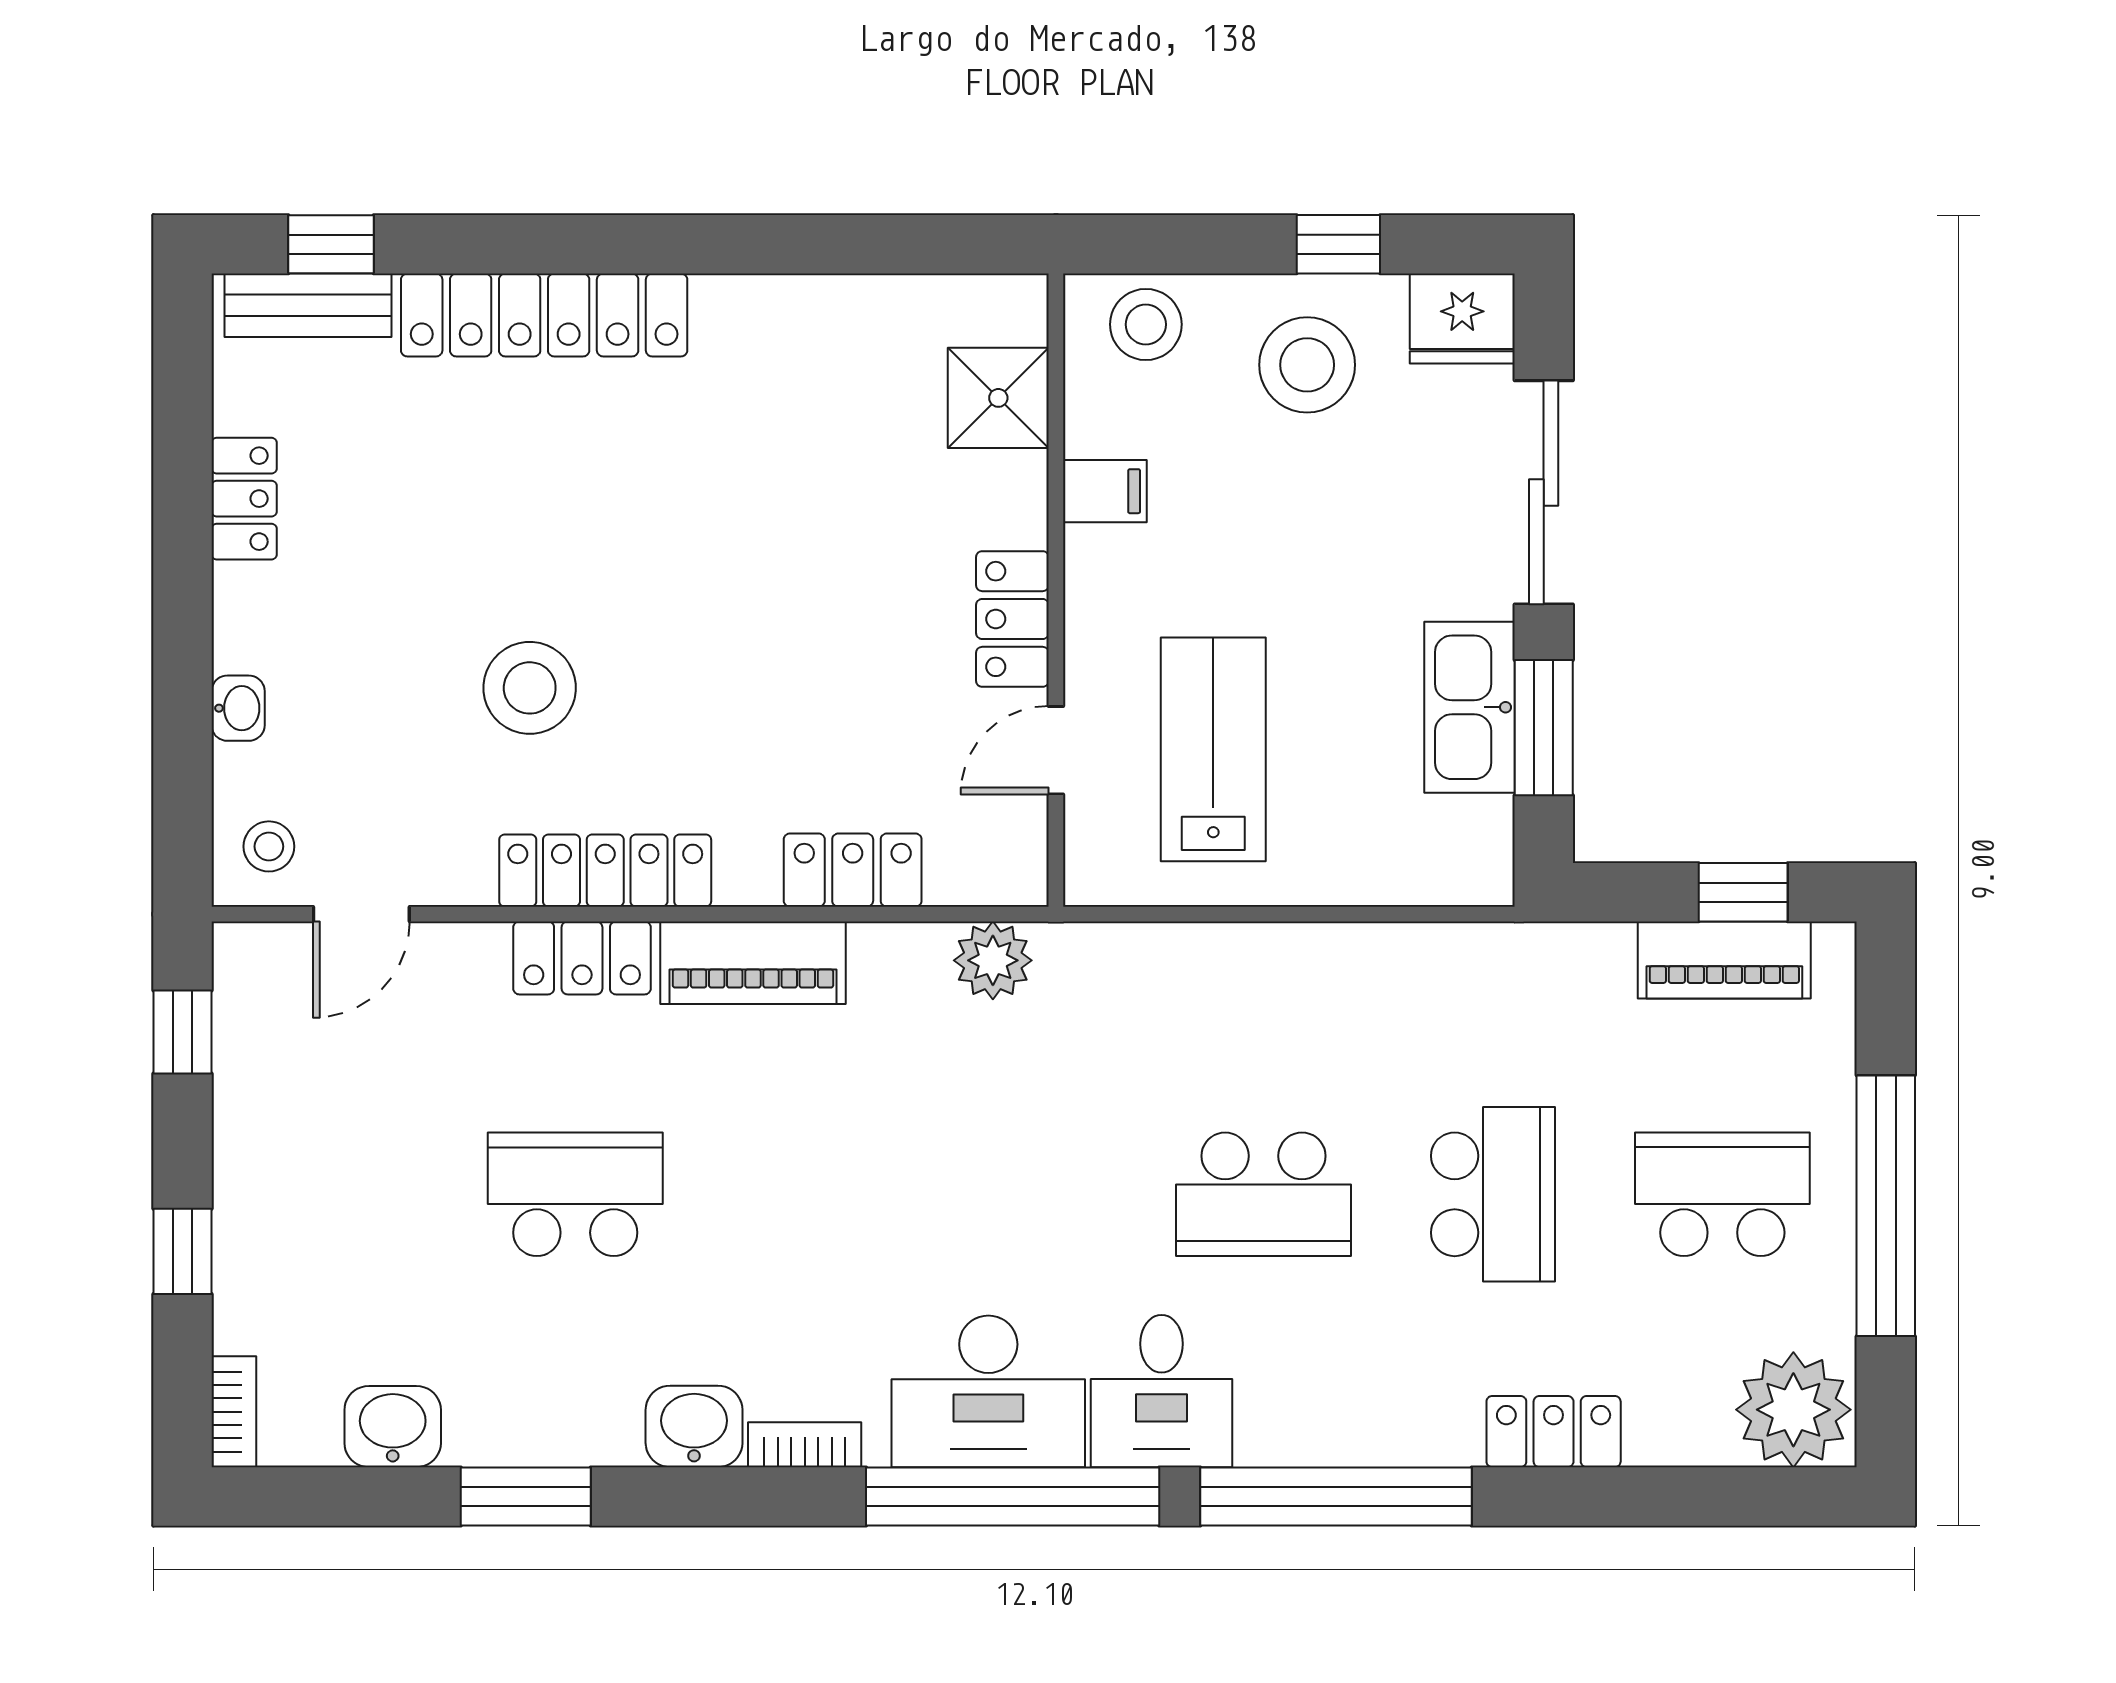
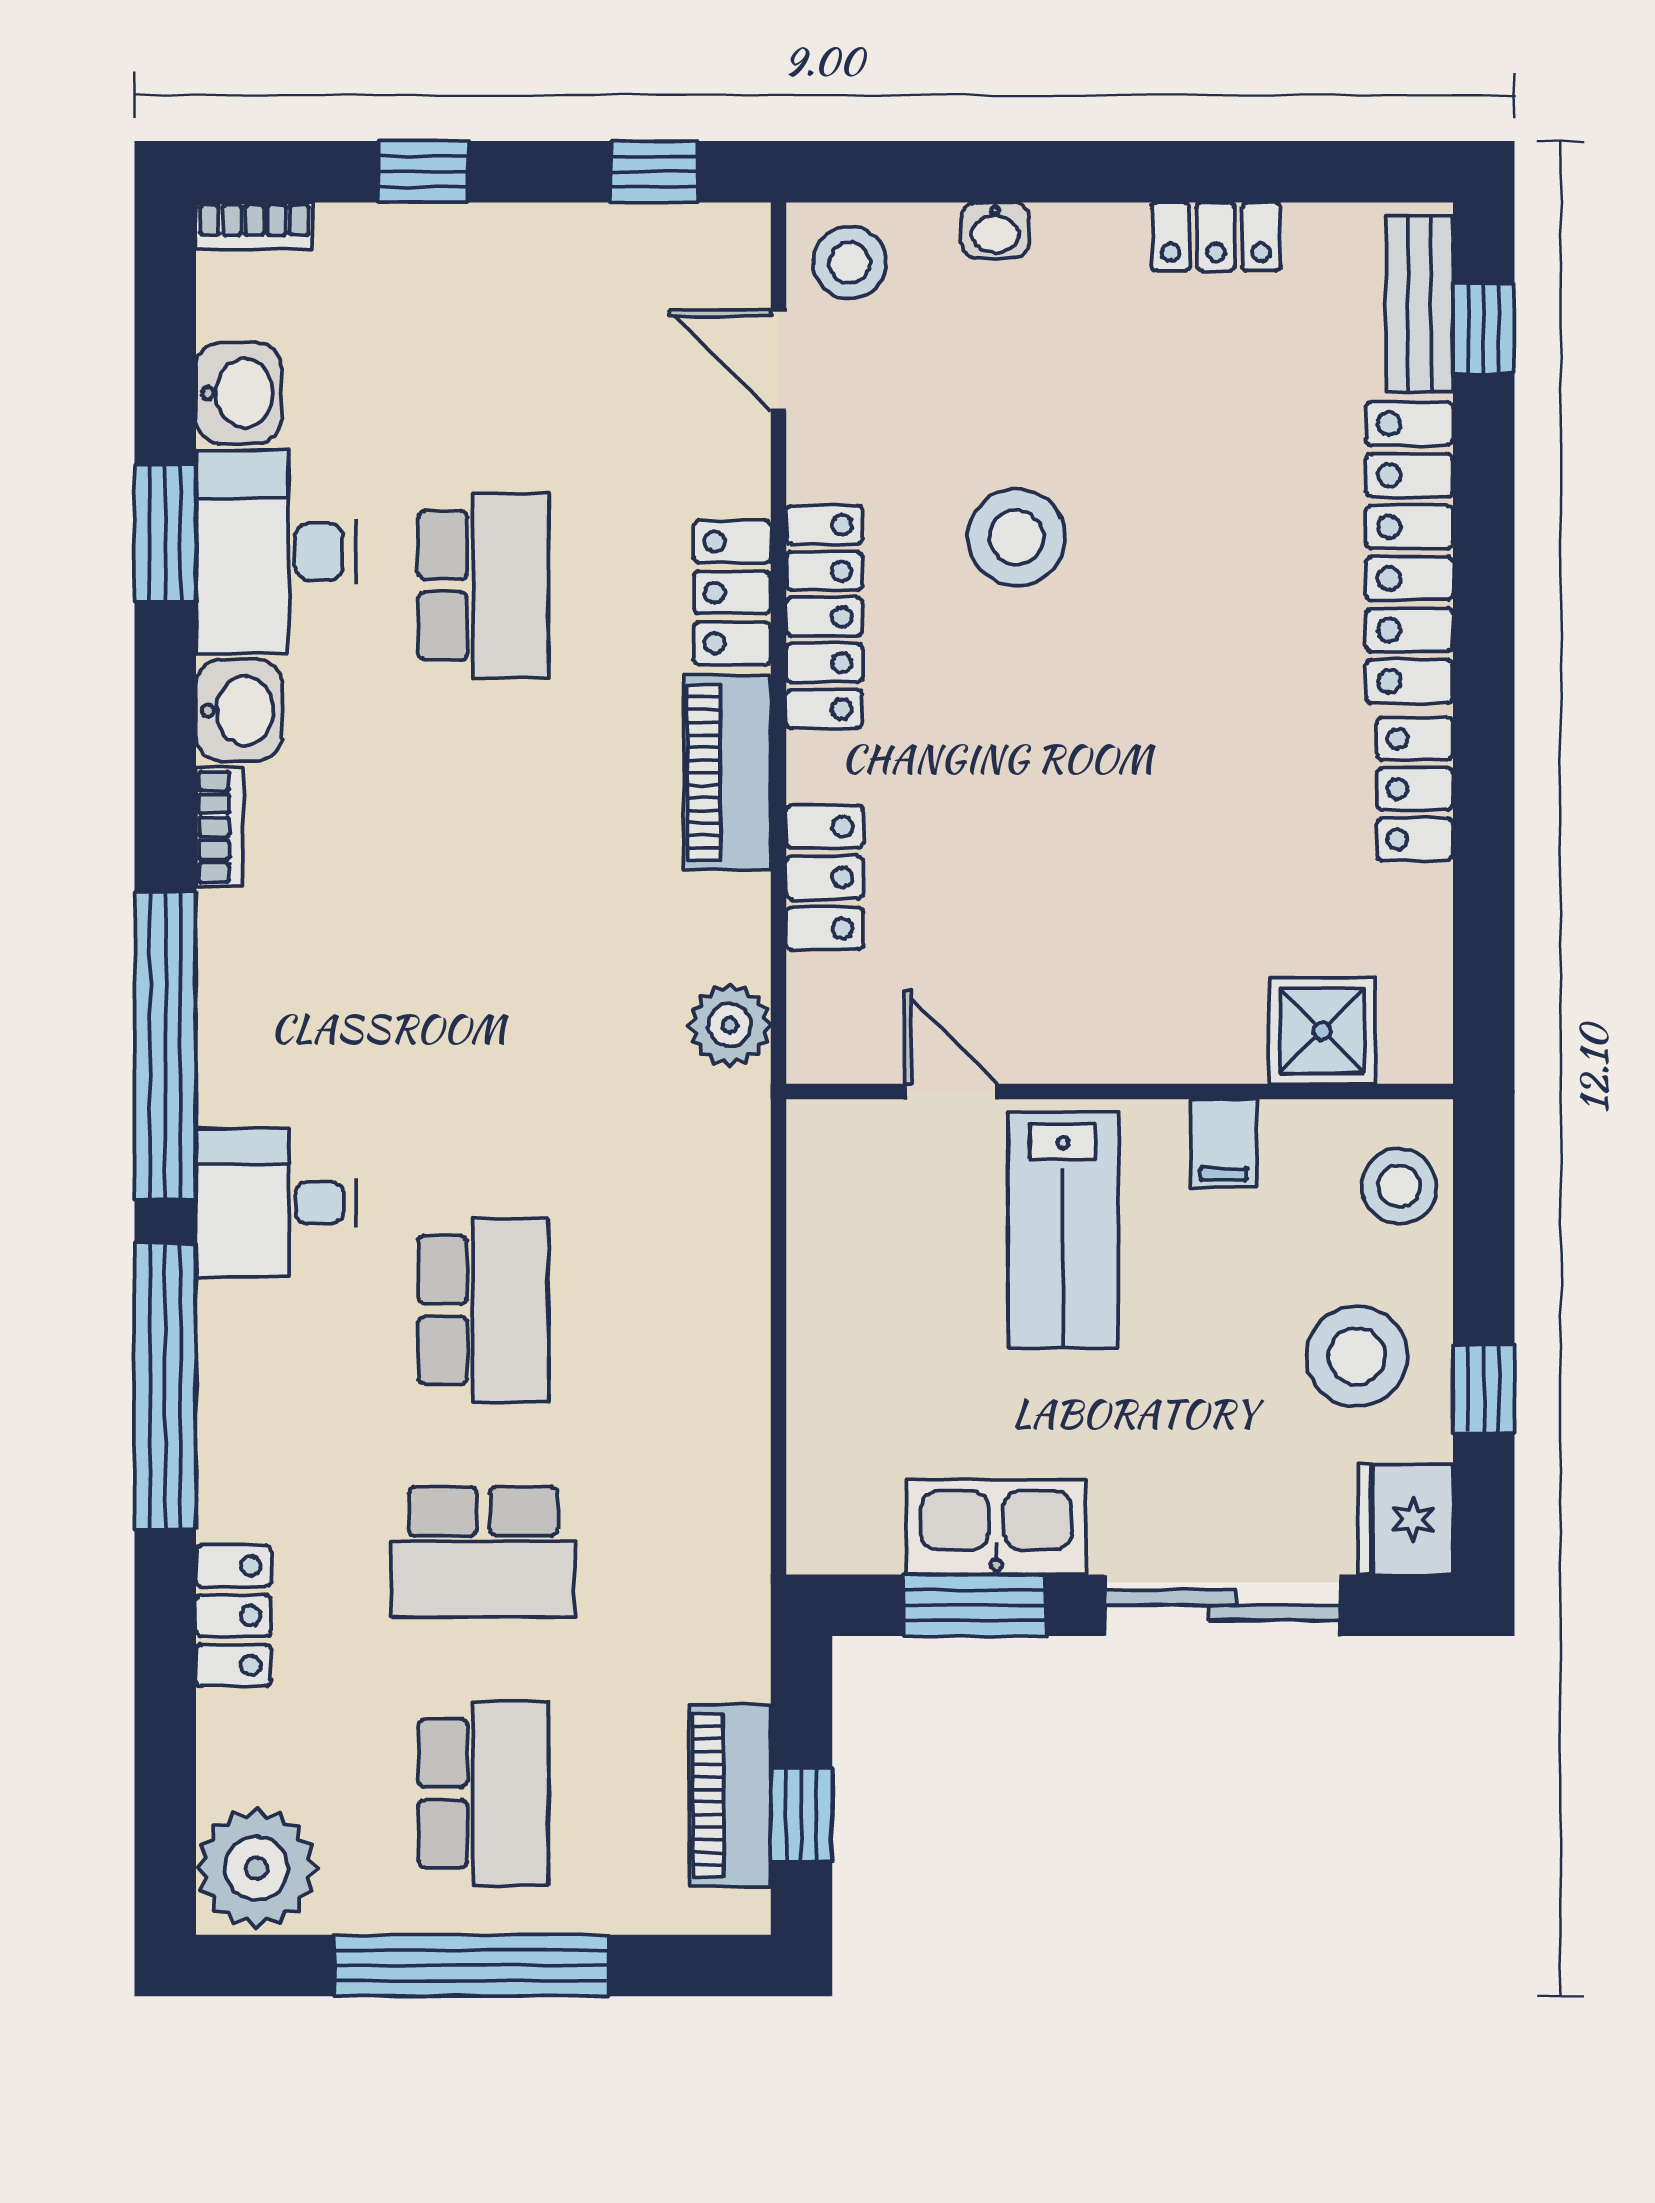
locker: (1012, 619) -> (1415, 789), moved, turned -90
lab bench: (1213, 749) -> (1063, 1230), moved, turned 90
stool: (269, 846) -> (850, 263), width x1.37, depth x1.37
school desk: (1264, 1194) -> (483, 1310), turned 180
desk: (988, 1391) -> (276, 552), moved

